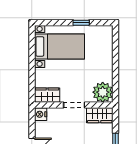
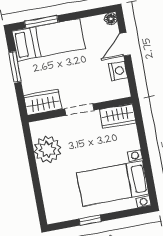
plant: (103, 92) -> (47, 149), moved
nightstand: (41, 114) -> (118, 71), moved

